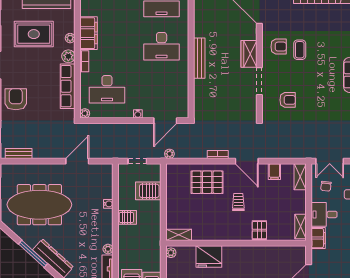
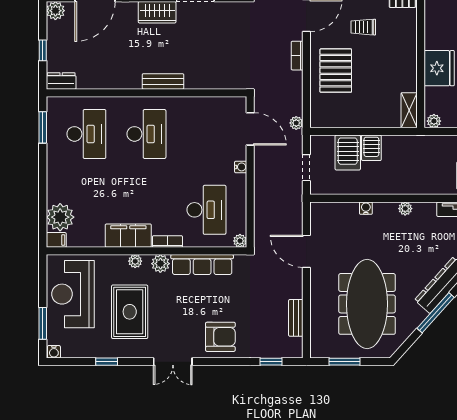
bench: (199, 58) -> (163, 81), width x0.73
armchair: (16, 99) -> (220, 337), turned 180
bench: (19, 153) -> (296, 318), moved
server rack: (127, 217) -> (371, 148), moved, turned 180
plant: (108, 249) -> (405, 209), moved

